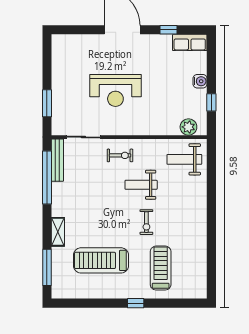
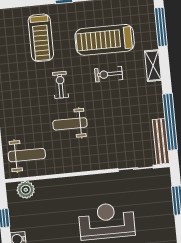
exercise bike: (120, 155) -> (109, 74), moved
weight bench: (141, 185) -> (70, 124), turned 180
treadmill: (101, 260) -> (105, 40), turned 180

